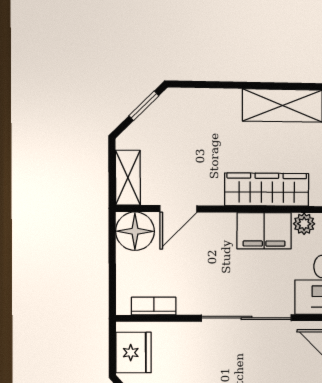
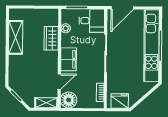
wardrobe: (267, 190) -> (51, 38), width x0.67
door: (178, 209) -> (59, 82), hinge flipped
filing cabinet: (264, 231) -> (69, 59), moved

